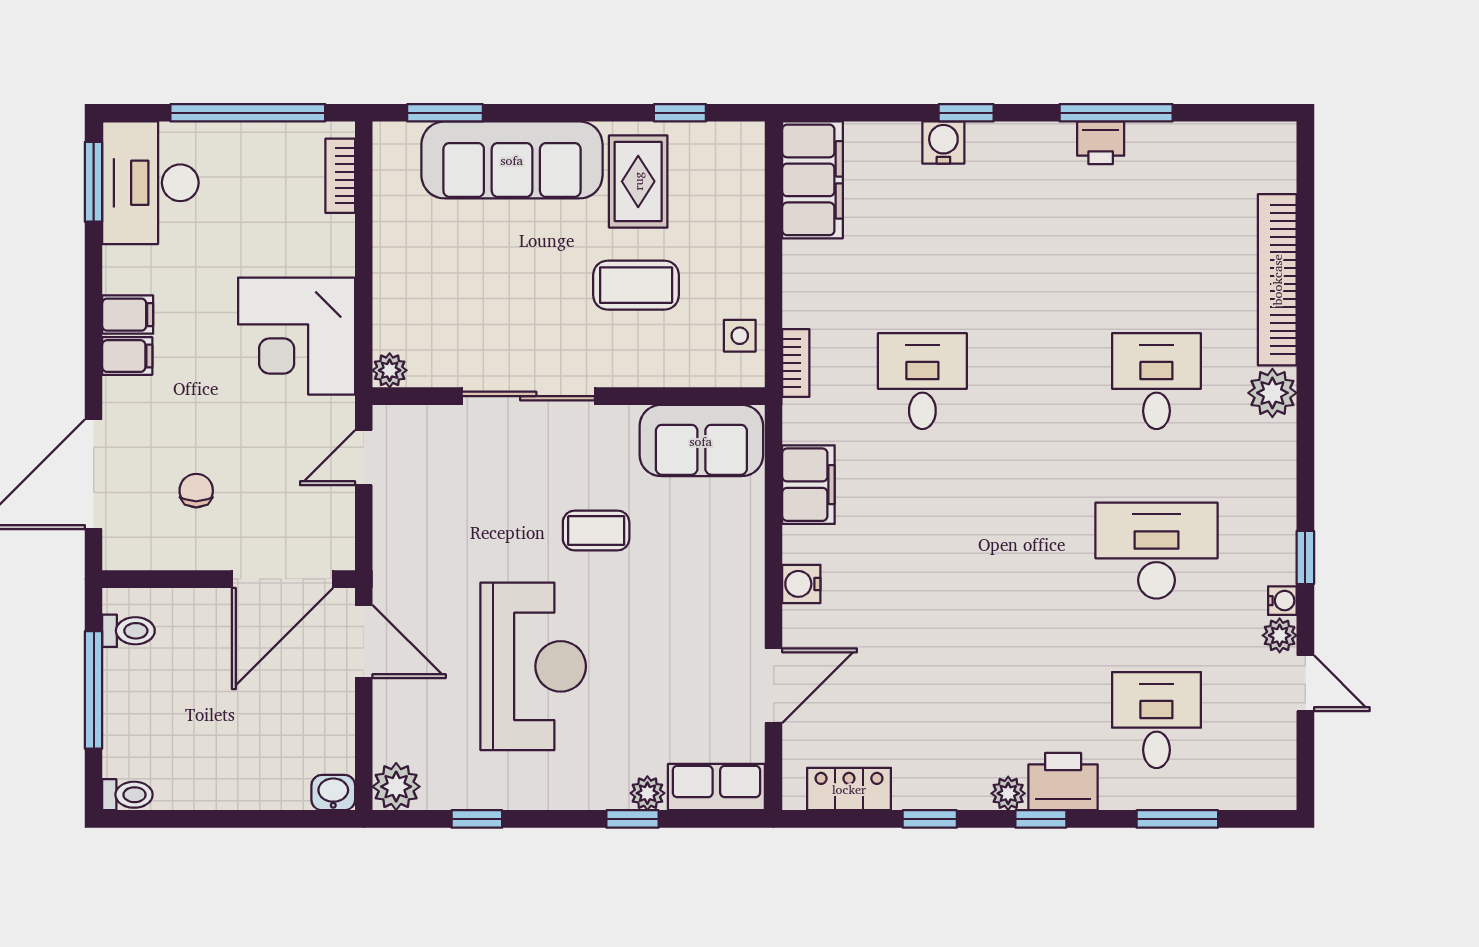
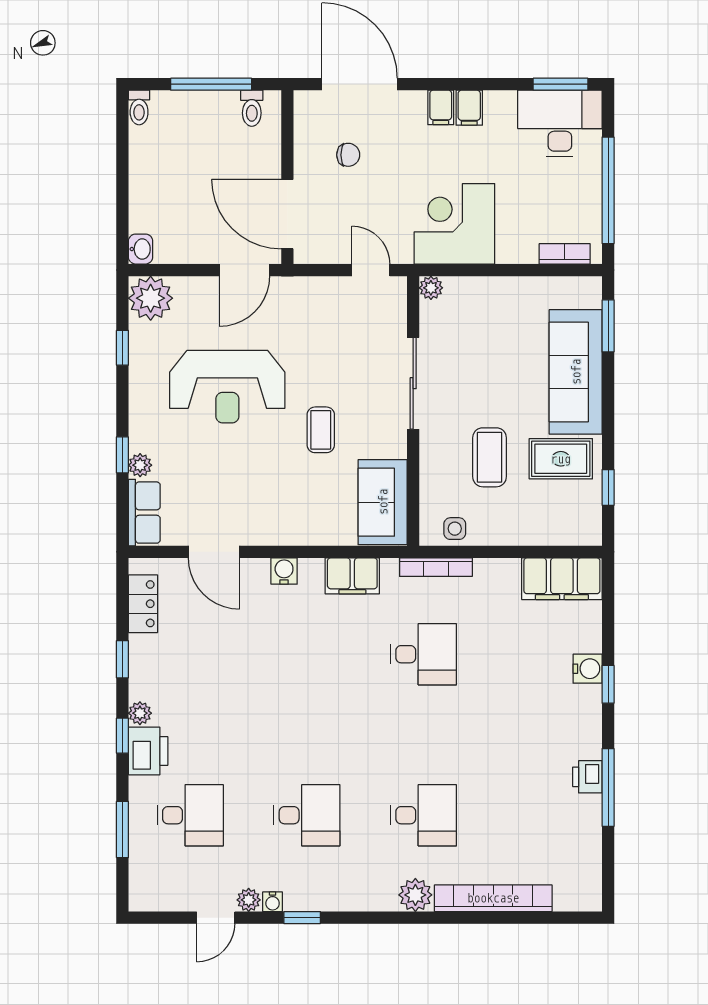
bookcase: (796, 363) -> (436, 567), width x1.56
desk: (1156, 551) -> (307, 815), width x0.73
plant: (396, 787) -> (151, 298), width x1.36, depth x1.36

